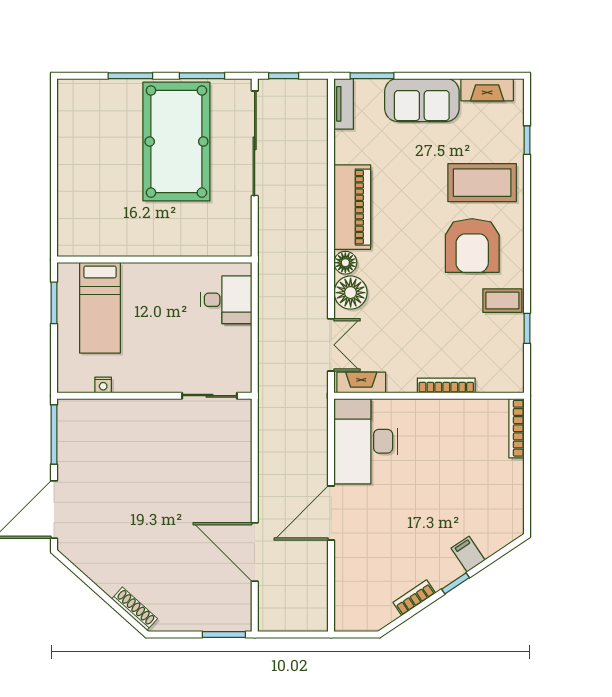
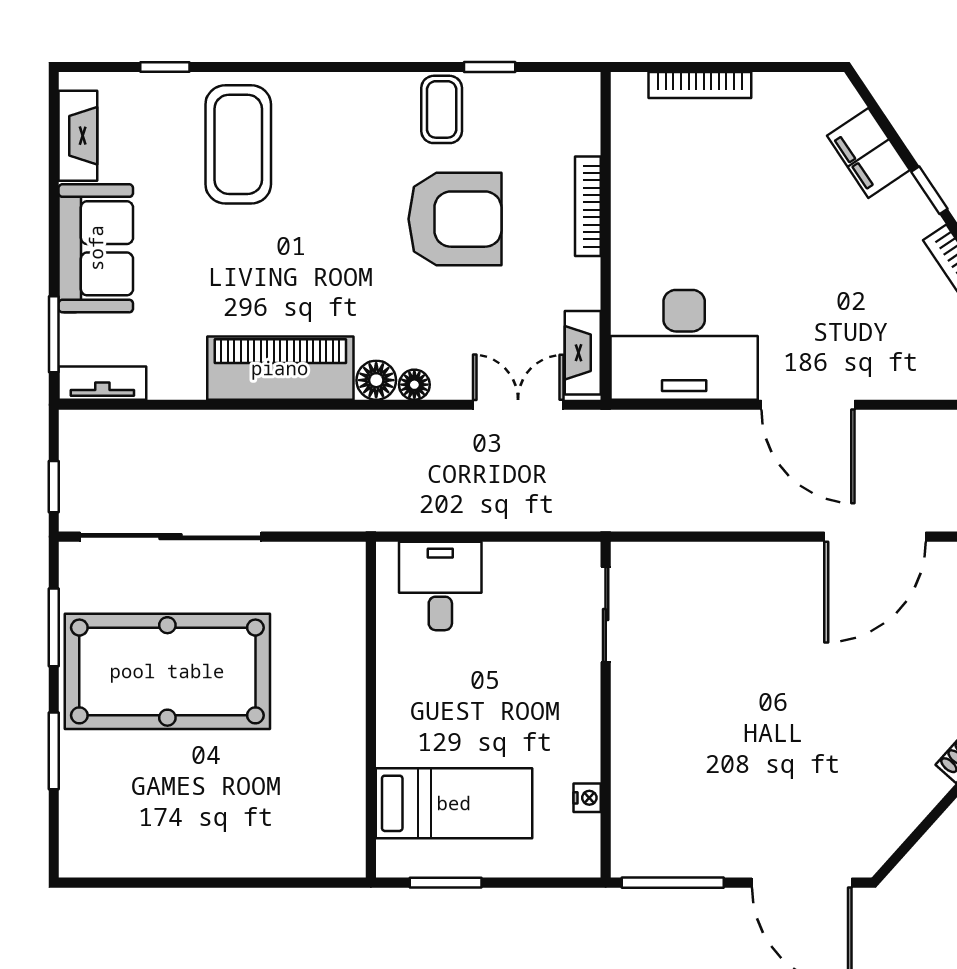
armchair: (472, 246) -> (455, 219), moved
floor lamp: (351, 293) -> (414, 385), width x0.53, depth x0.53
bookcase: (516, 428) -> (700, 85), moved
filing cabinet: (468, 554) -> (868, 153), width x2.00

